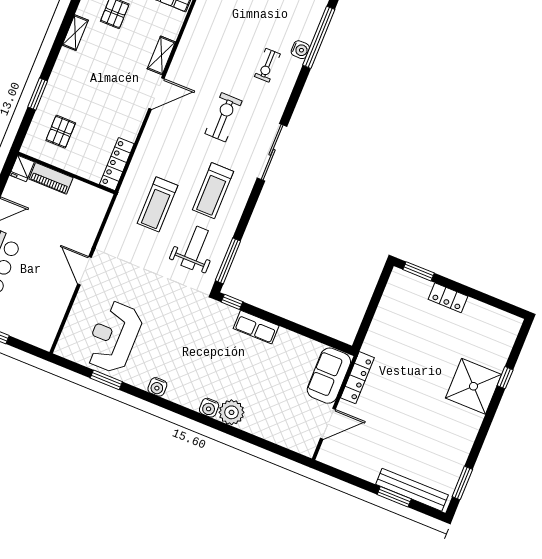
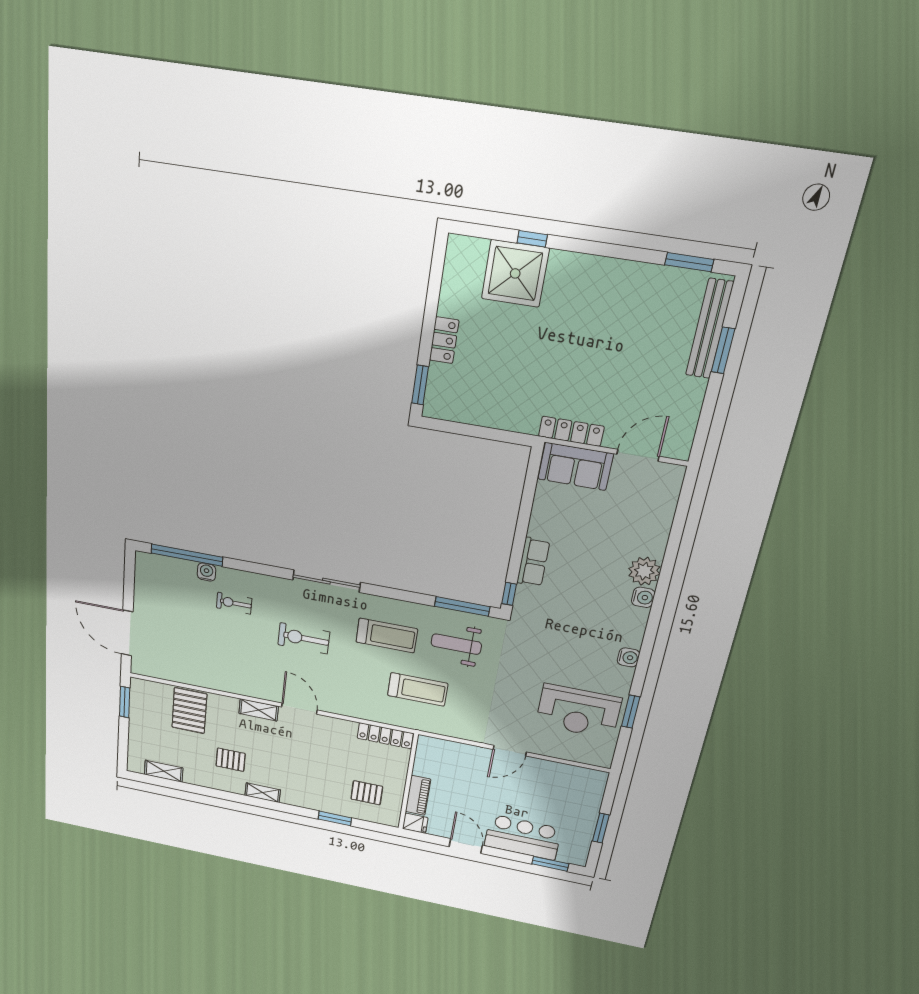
exercise bike: (267, 65) -> (234, 603), turned 180
shower: (473, 386) -> (515, 273), moved
door: (328, 424) -> (638, 455), hinge flipped

